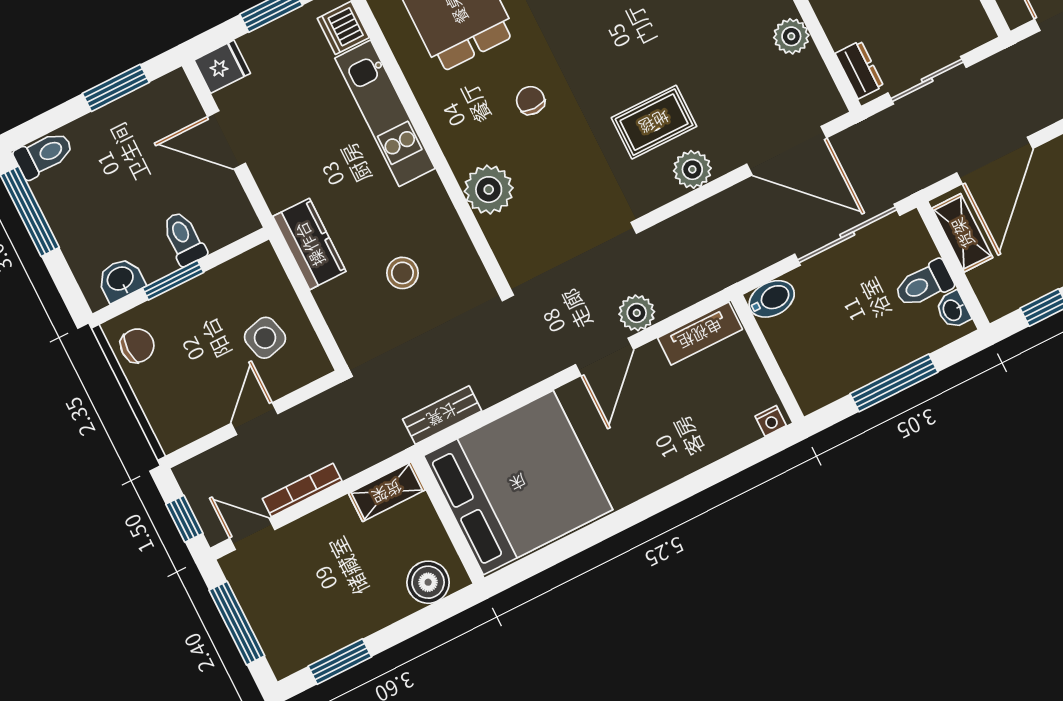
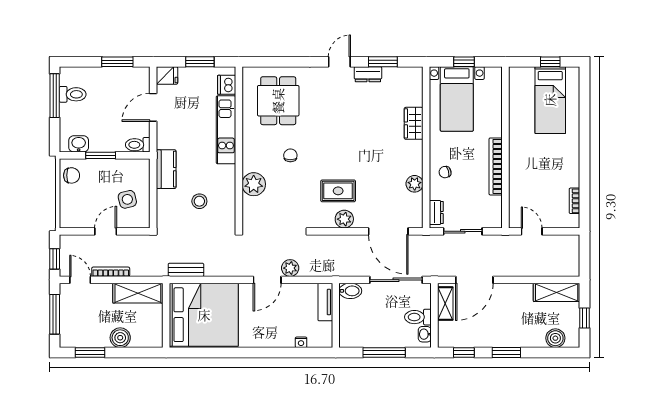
door: (226, 140) -> (153, 107), hinge flipped
toilet: (44, 154) -> (73, 94), moved
toilet: (184, 238) -> (138, 145), moved, turned -90
tv unit: (700, 334) -> (325, 302), moved, turned 90
nightstand: (771, 421) -> (301, 342), moved
shelving: (387, 492) -> (138, 293), width x1.50, depth x1.33
boiler: (428, 582) -> (120, 338), moved

